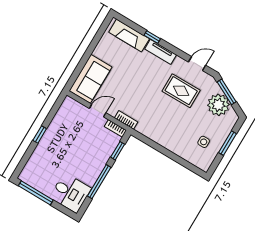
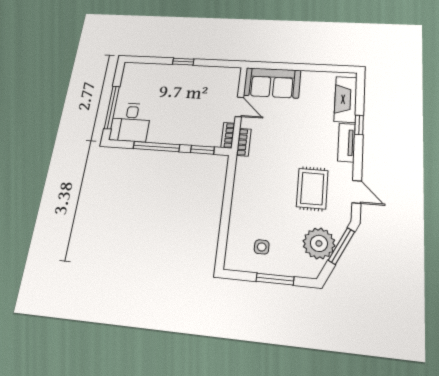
window: (36, 193) -> (112, 107), moved

